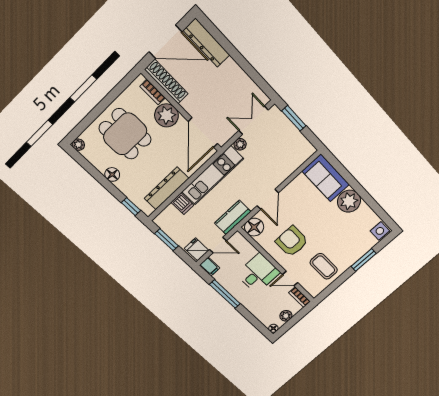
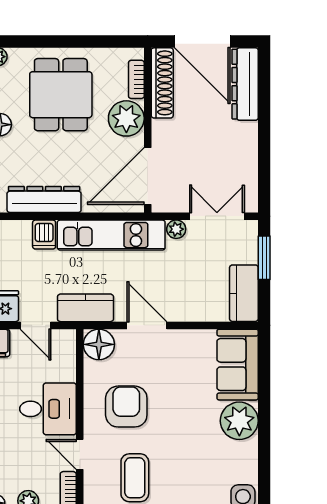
kitchen counter: (299, 144) -> (244, 293), added
door: (268, 199) -> (147, 325), swing flipped

